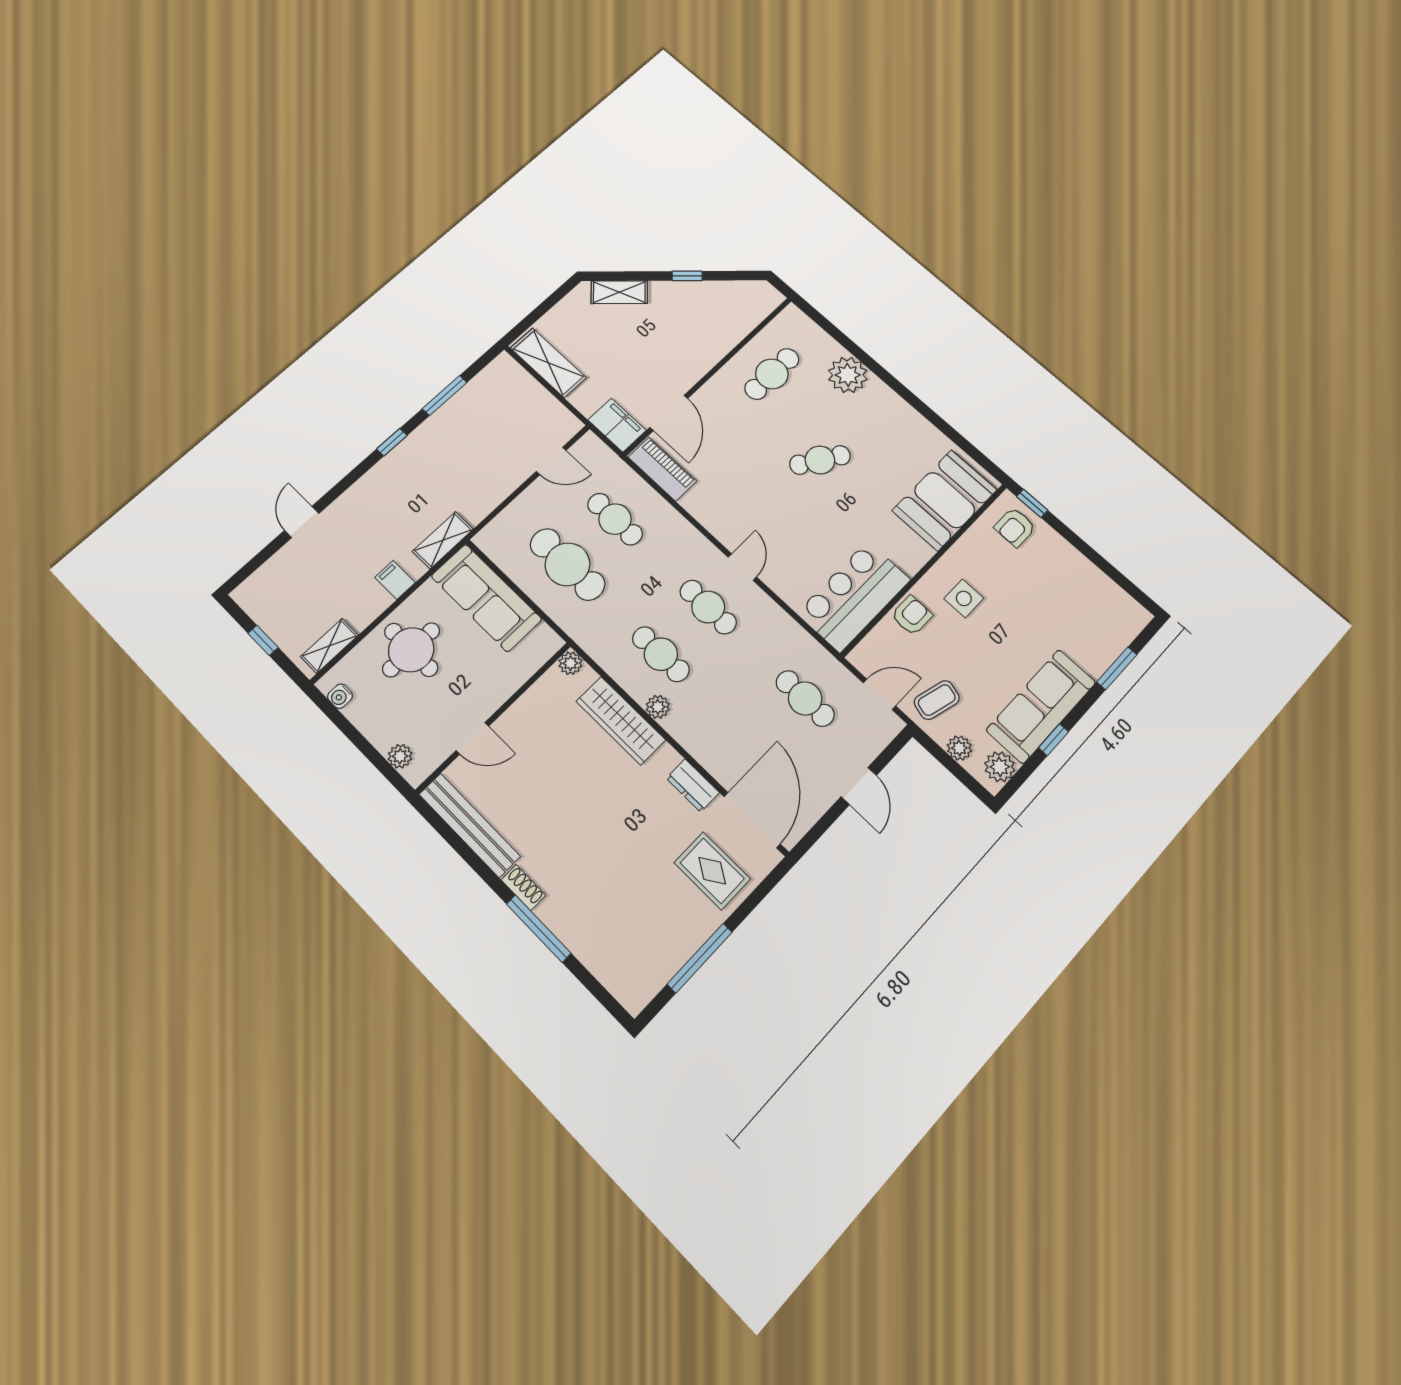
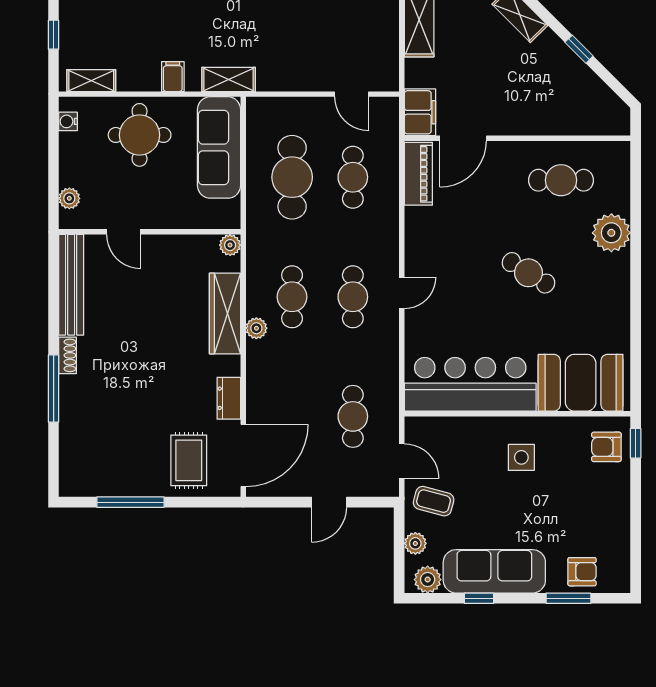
bar counter: (854, 596) -> (470, 384), width x1.36
armchair: (912, 615) -> (582, 572), moved

